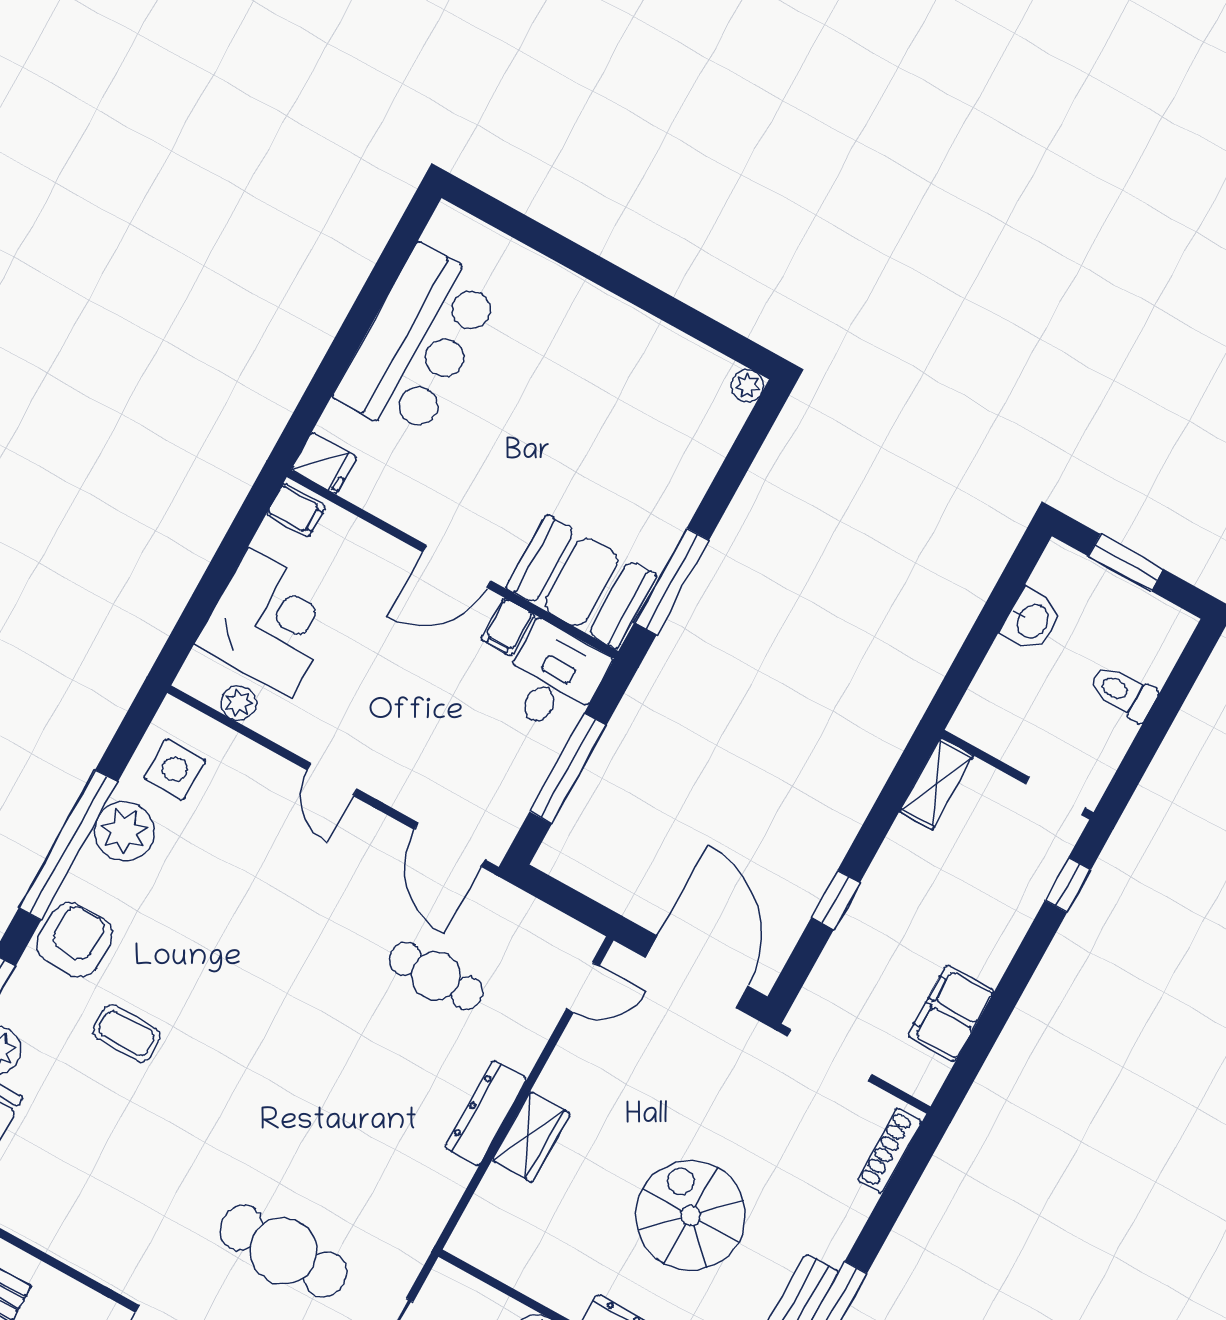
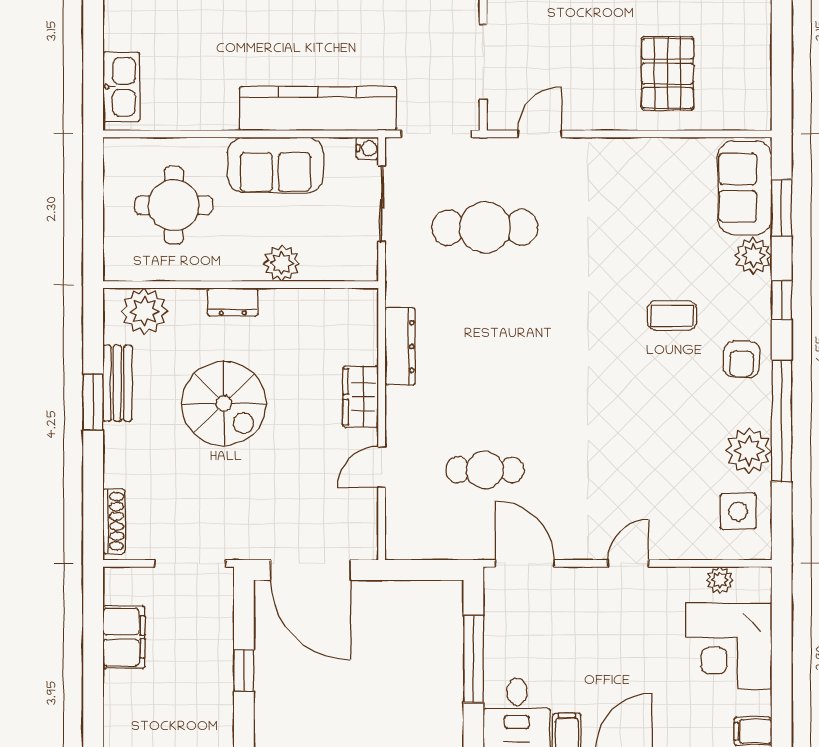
door: (332, 779) -> (628, 563), hinge flipped
armchair: (75, 940) -> (742, 359), width x0.72, depth x0.72
door: (583, 987) -> (382, 467), moved
dresser: (486, 1113) -> (400, 346), moved

